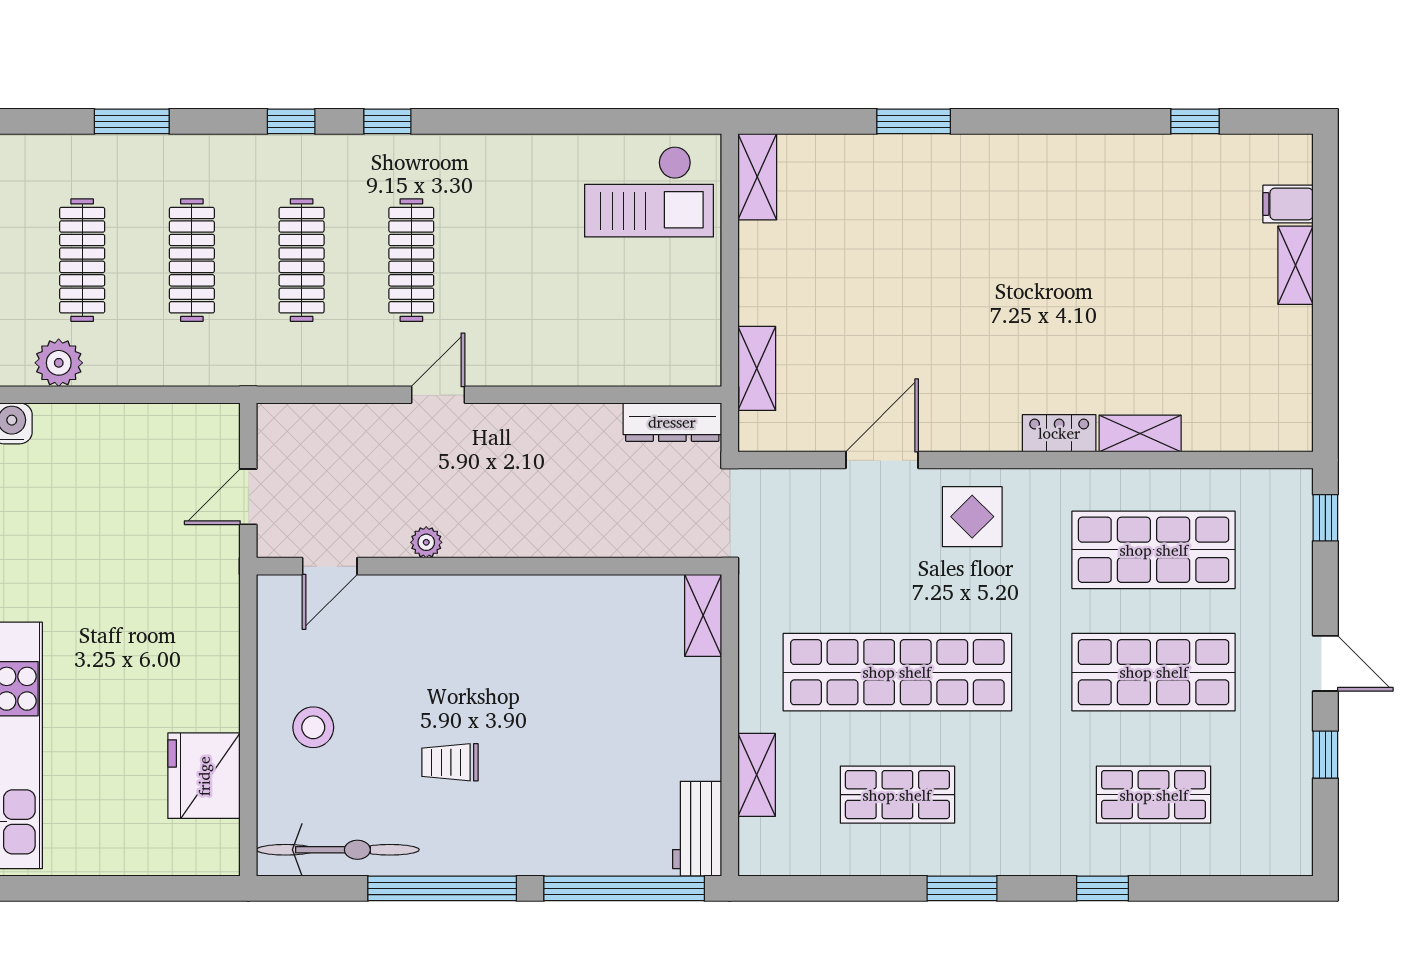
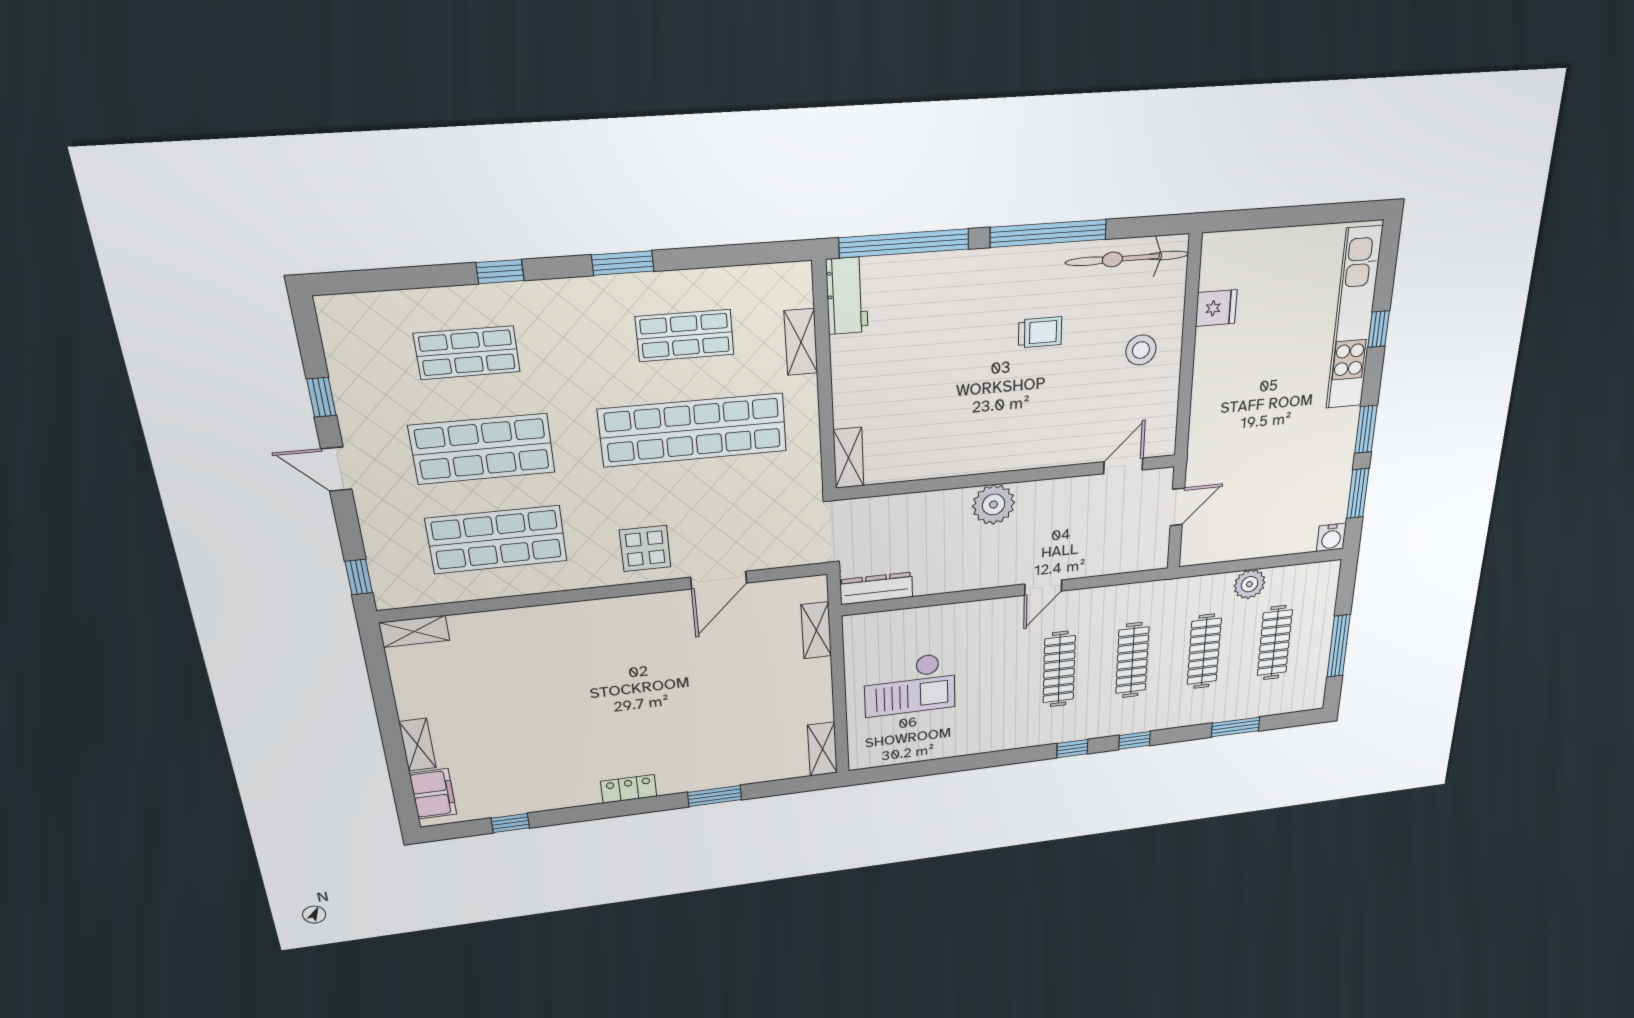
checkout: (649, 192) -> (910, 685), moved, turned 180
filing cabinet: (1288, 204) -> (433, 794), width x2.00
plant: (59, 363) -> (1250, 584), moved
locker: (1059, 433) -> (629, 789), moved, turned 180
shelving: (1140, 433) -> (414, 631), moved
plant: (426, 542) -> (994, 505), moved, width x1.88, depth x1.88
fridge: (204, 776) -> (1216, 308), width x0.53, depth x0.75

